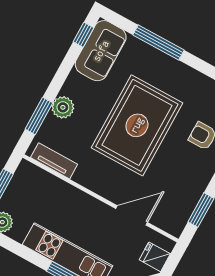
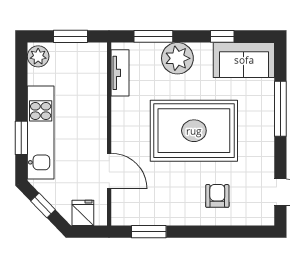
window: (84, 35) -> (222, 36), moved
plant: (63, 107) -> (177, 58), width x1.36, depth x1.36

